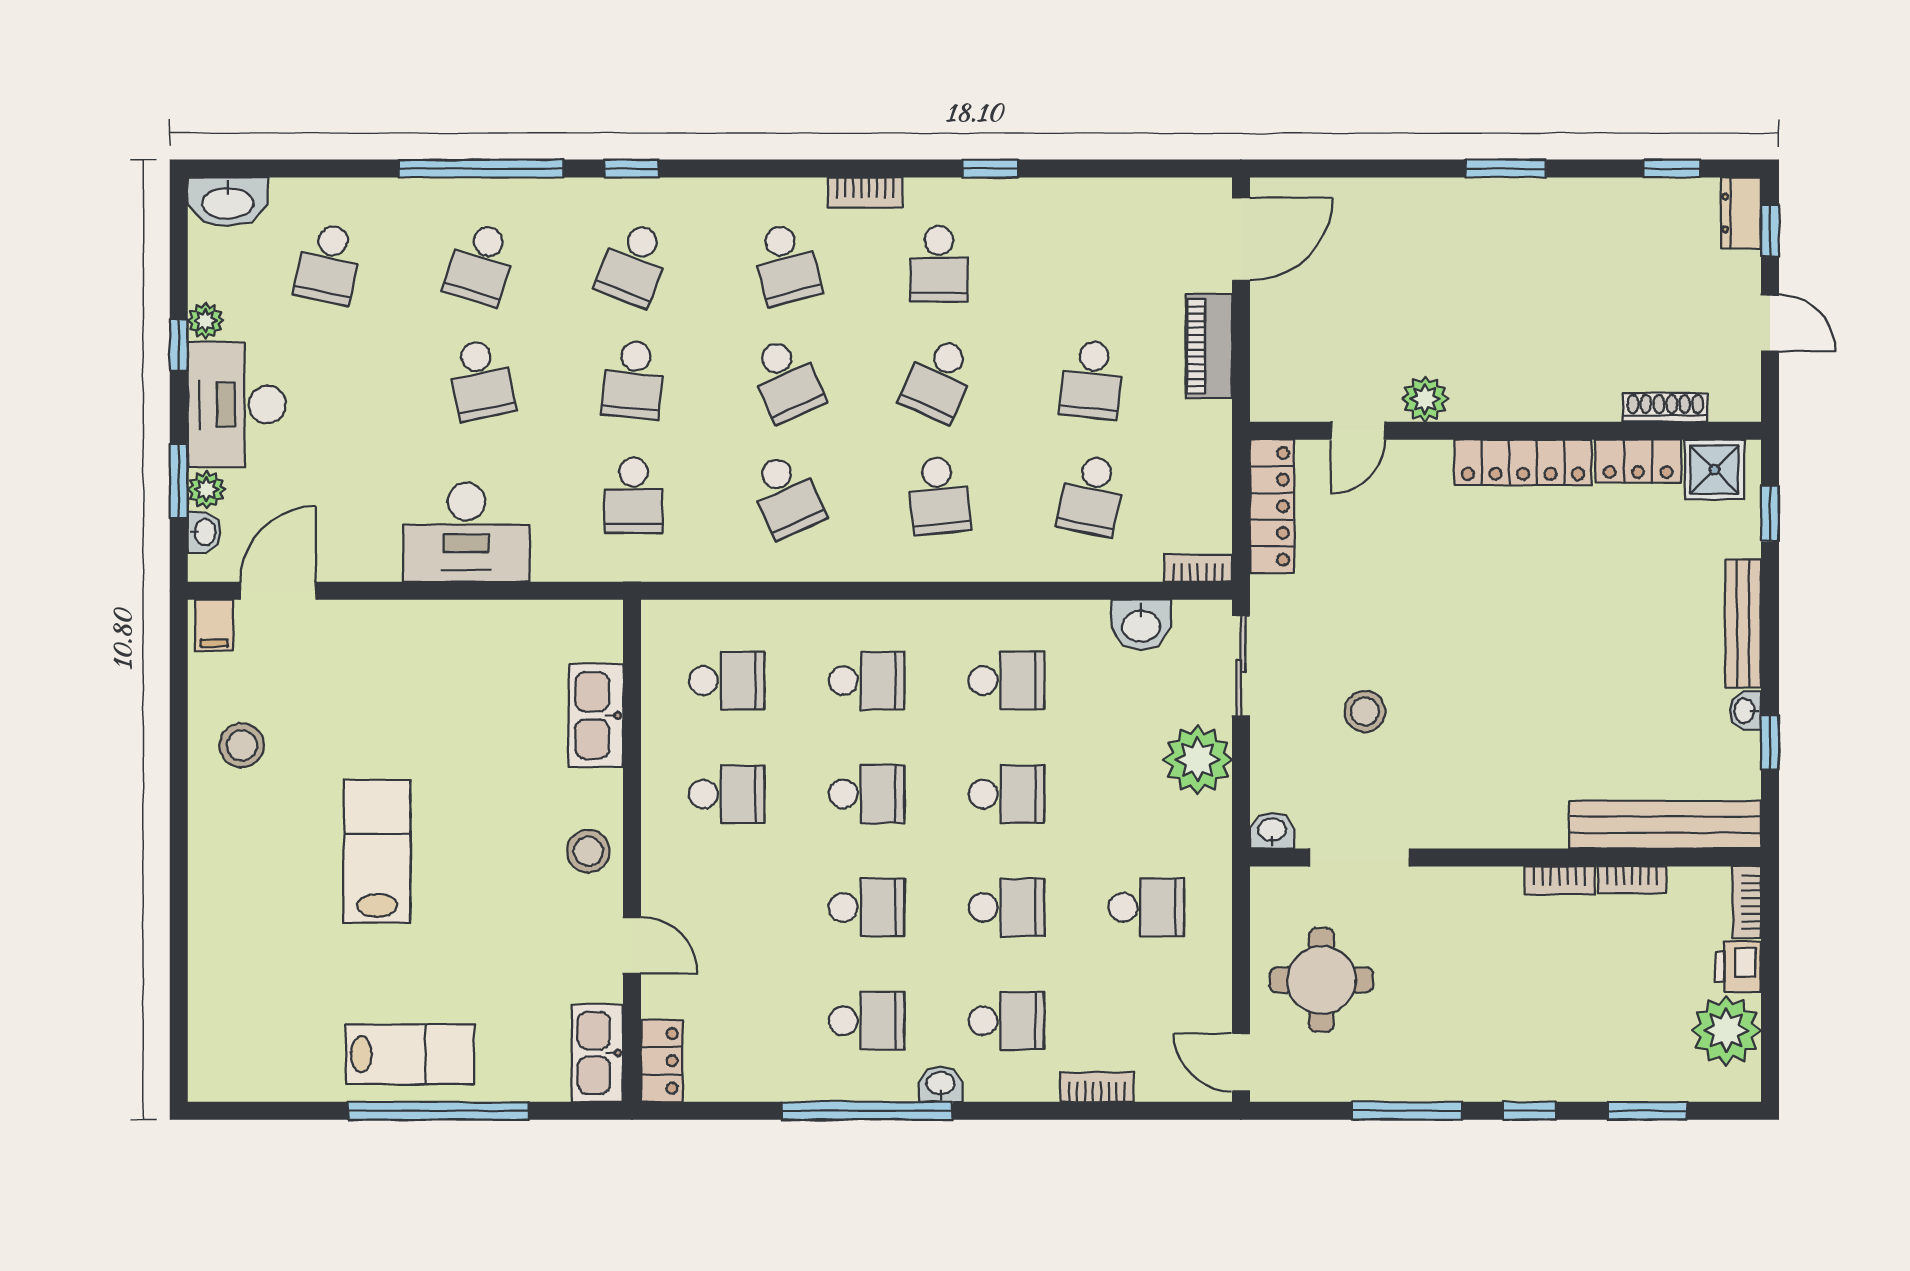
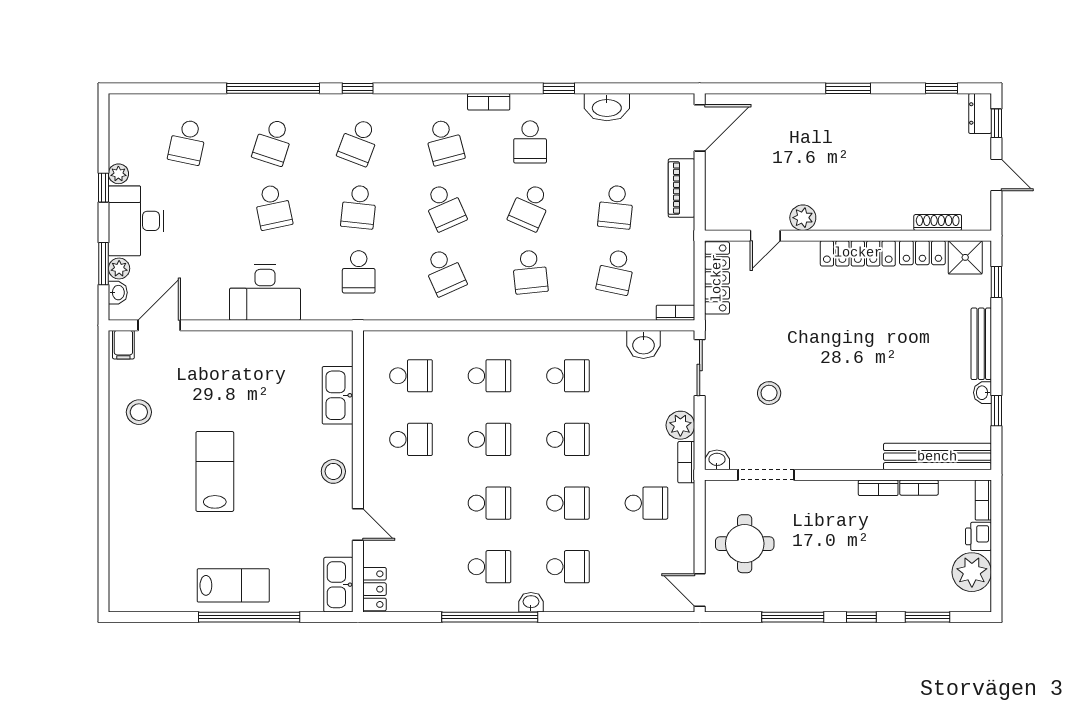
washbasin: (228, 202) -> (607, 107), moved
plant: (1198, 760) -> (680, 425), width x0.73, depth x0.73
bookcase: (1097, 1087) -> (686, 462), moved, turned -90

